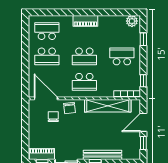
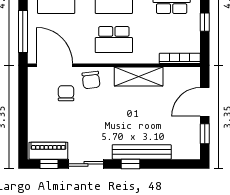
window: (25, 77) -> (23, 31), added
window: (143, 81) -> (205, 22), moved
shelving: (108, 106) -> (139, 76), width x0.68

